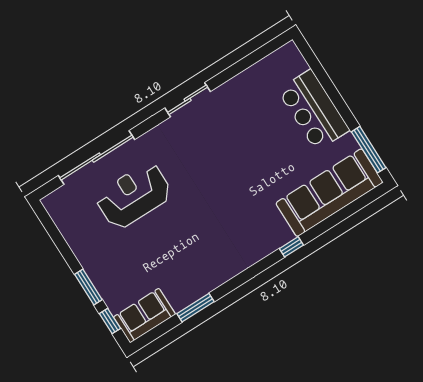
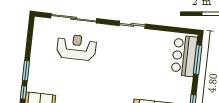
window: (321, 74) -> (198, 60), added
bar counter: (314, 110) -> (184, 56), moved

